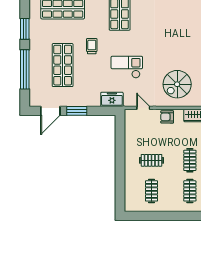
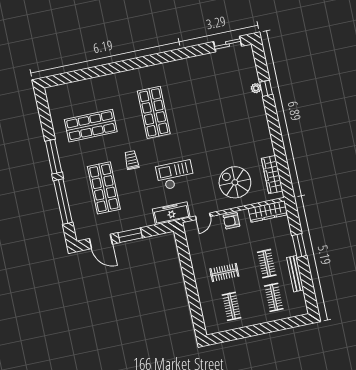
window: (25, 29) -> (54, 157), width x1.44
spiral stairs: (177, 84) -> (235, 182), turned 90
freezer: (112, 99) -> (171, 213), width x1.40
door: (143, 108) -> (203, 216), swing flipped
door: (50, 111) -> (101, 241), hinge flipped

